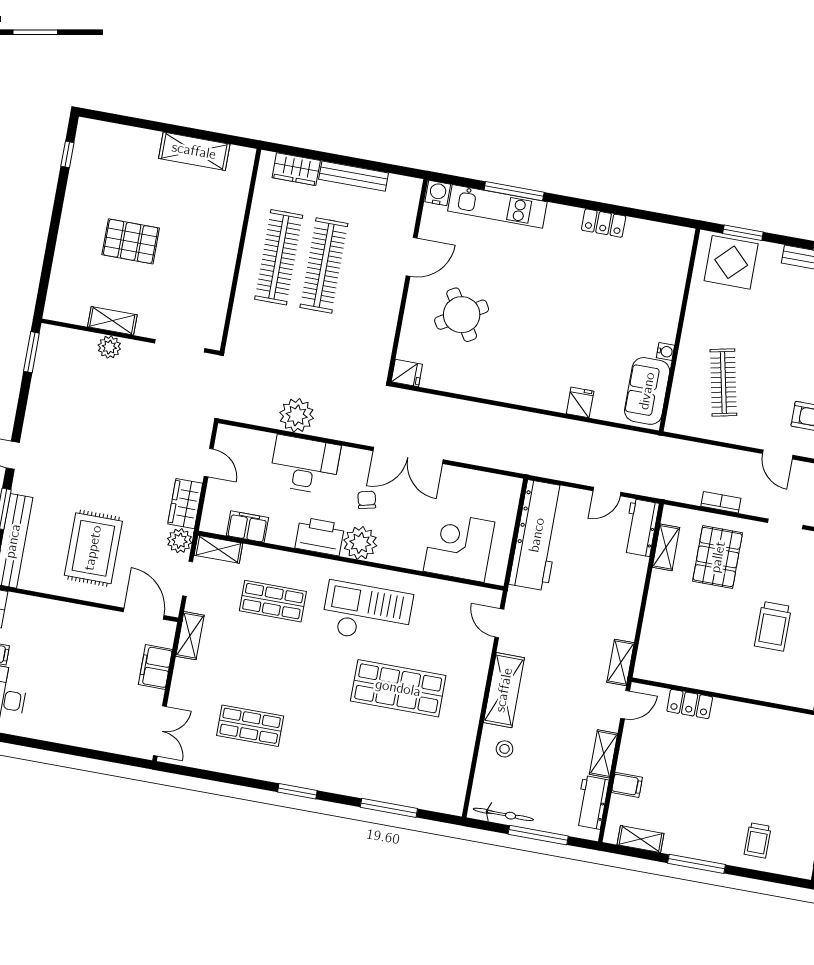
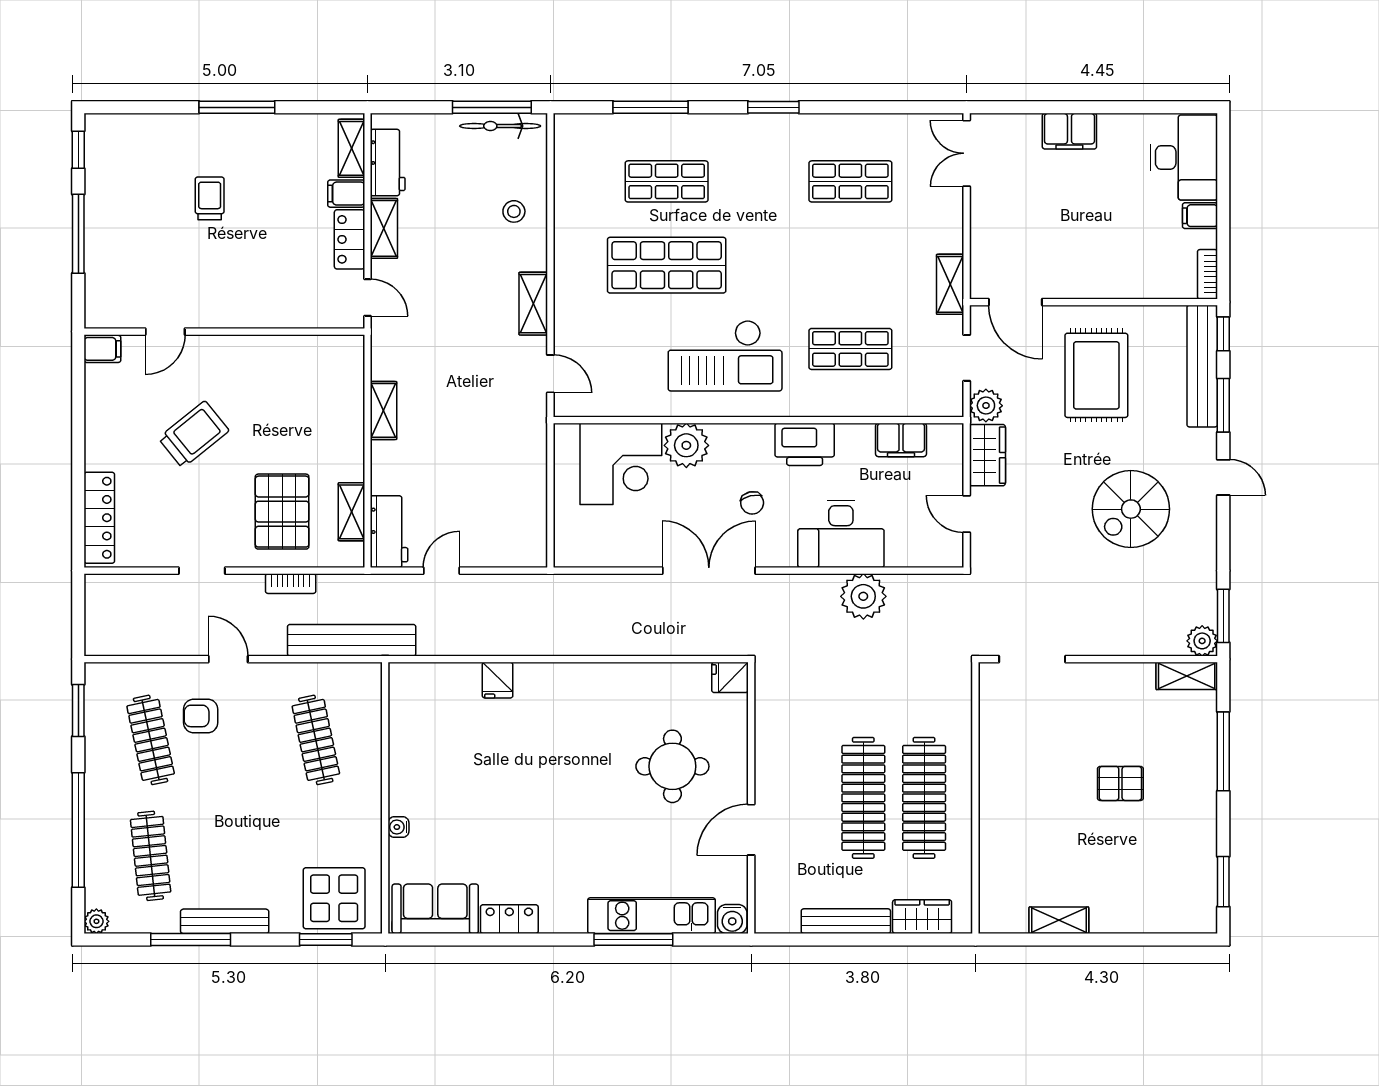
shelving: (194, 151) -> (1059, 920), width x0.67, depth x0.75
window: (67, 154) -> (1223, 882), width x1.50
pallet: (131, 241) -> (1120, 783), width x0.67, depth x0.71
window: (50, 251) -> (1223, 751), added
round table: (462, 315) -> (672, 766), turned 31
shelving: (112, 321) -> (1187, 676), moved
plant: (109, 347) -> (1202, 641), moved
water cooler: (665, 352) -> (398, 827), moved
sofa: (647, 391) -> (435, 909), moved, turned -90
spiral stairs: (86, 444) -> (1131, 509), added
bench: (683, 452) -> (352, 640), added
workbench: (537, 535) -> (522, 497), removed
plant: (360, 543) -> (686, 445), moved
shelving: (218, 549) -> (933, 404), removed
trolley: (773, 626) -> (194, 434), turned 51
shelving: (620, 662) -> (384, 410), moved
filing cabinet: (155, 667) -> (1069, 131), moved, turned 90
shelving: (504, 690) -> (533, 304), width x0.67, depth x0.75
locker: (690, 704) -> (350, 239), moved, turned -90
door: (625, 705) -> (367, 298), swing flipped
door: (780, 707) -> (165, 332), added
shop shelf: (387, 751) -> (667, 181), added
window: (538, 835) -> (492, 107), moved
shelving: (641, 839) -> (351, 148), moved, turned 90
trolley: (758, 840) -> (210, 198), moved

